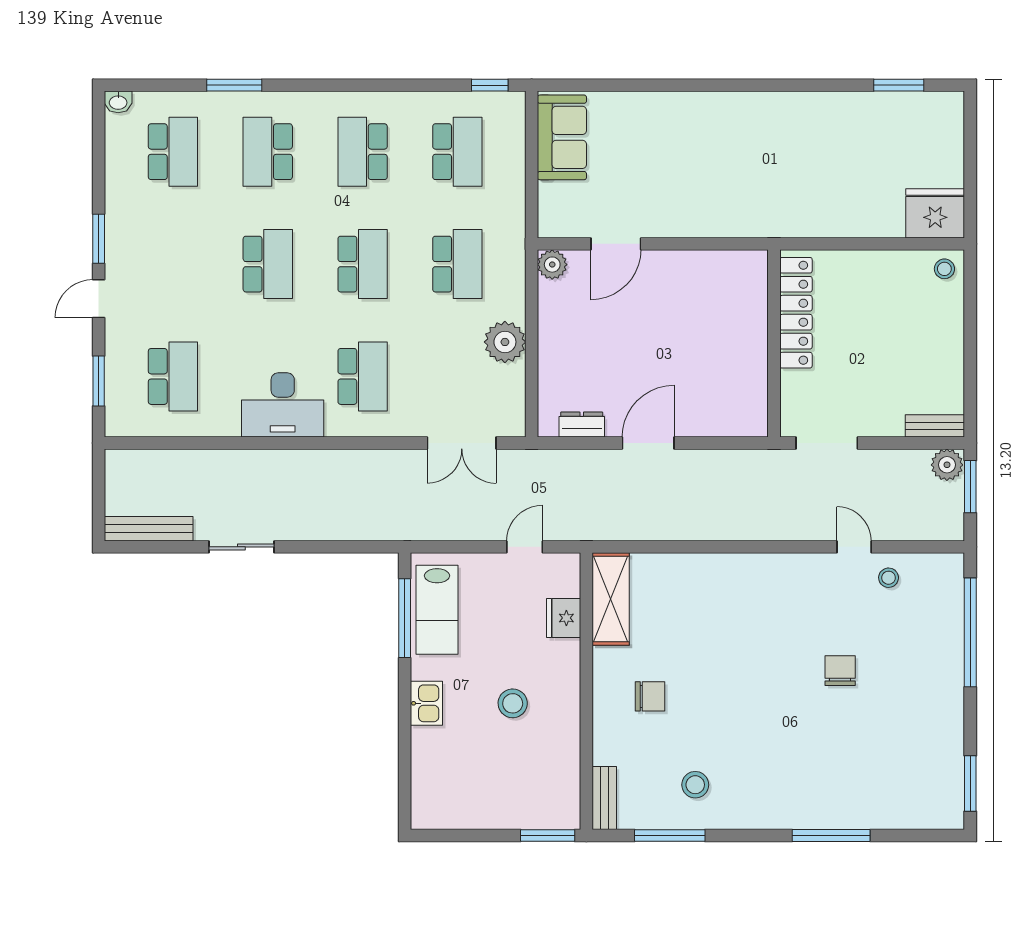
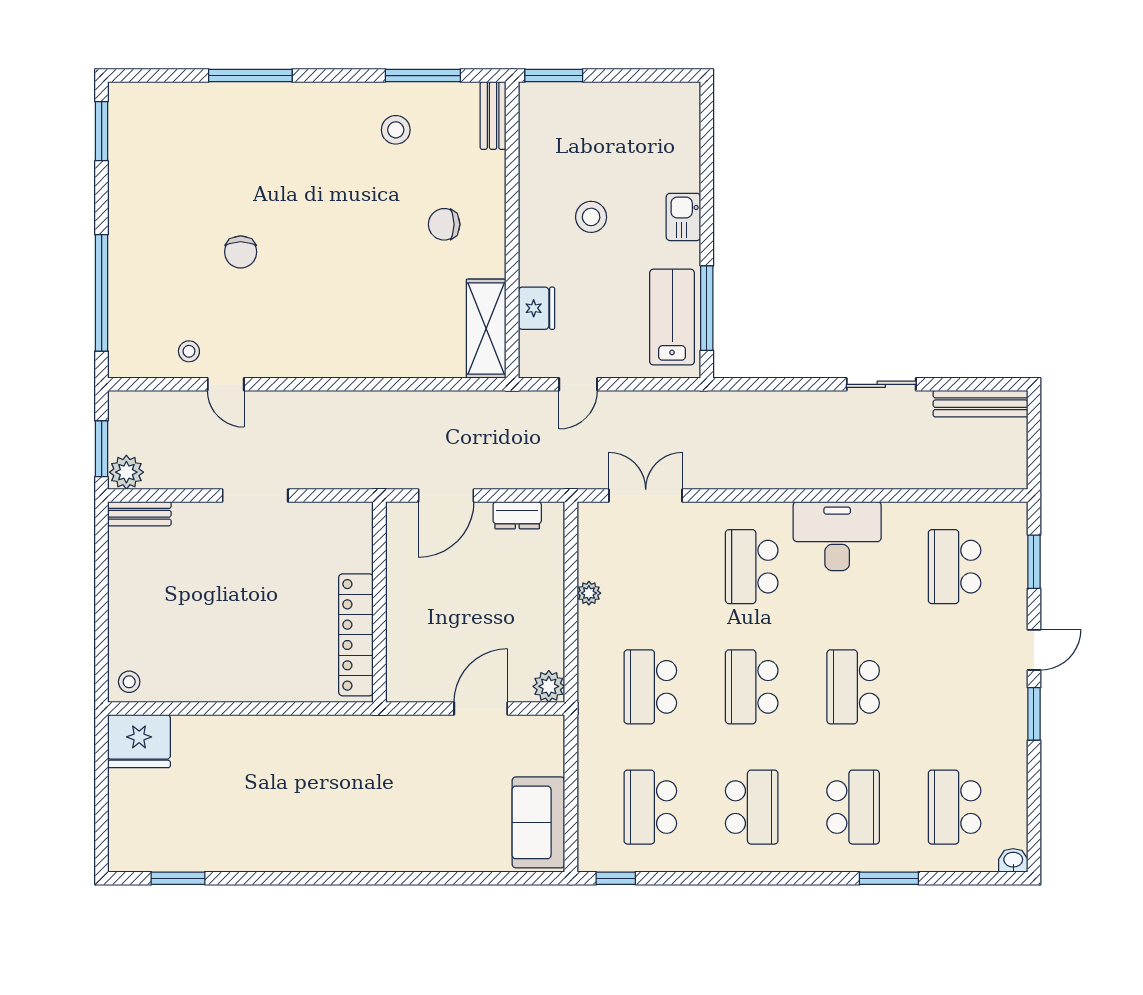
locker: (796, 313) -> (356, 635), moved
plant: (505, 342) -> (589, 593), width x0.53, depth x0.53
wall: (774, 343) -> (379, 602), moved

